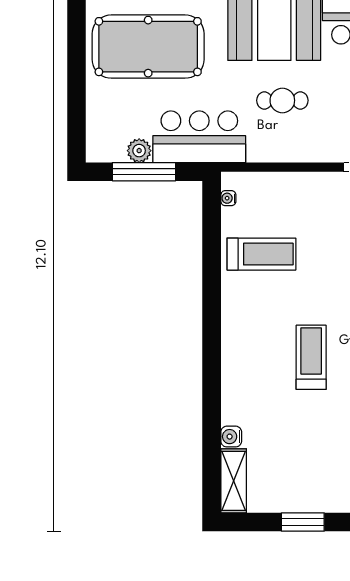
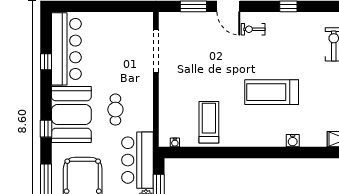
treadmill: (311, 357) -> (272, 92), width x1.37, depth x1.38
water cooler: (231, 437) -> (293, 141), moved

